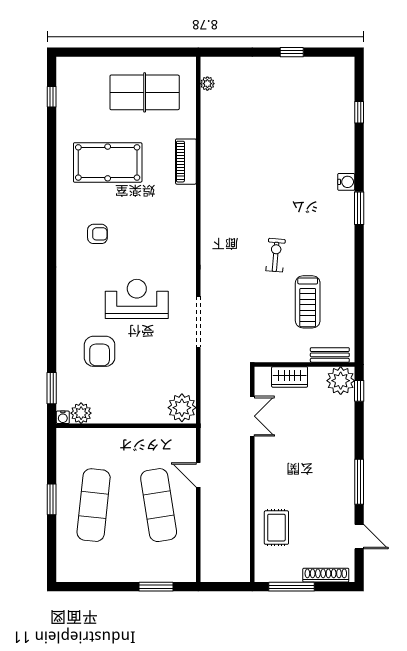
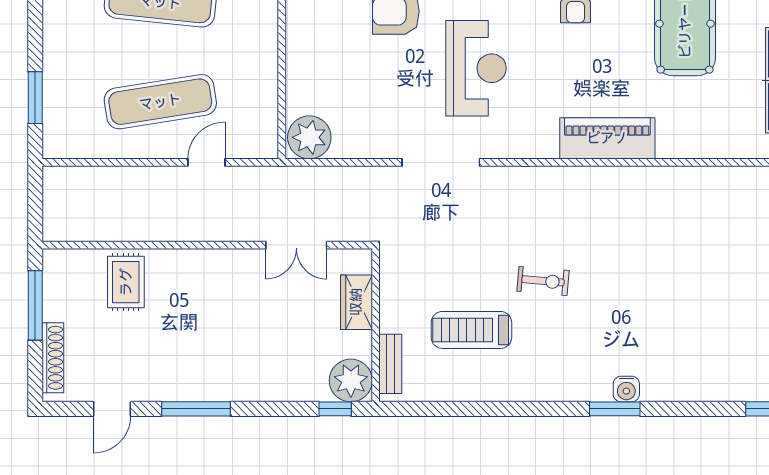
piano: (186, 162) -> (607, 138), moved, width x1.37, depth x1.33
water cooler: (346, 182) -> (626, 389), moved
rug: (276, 528) -> (126, 282), turned 90

